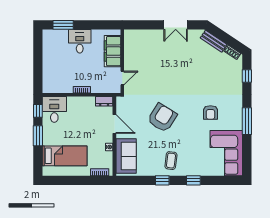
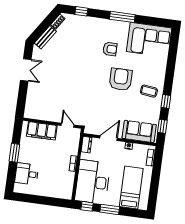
window: (63, 25) -> (14, 153), moved
desk: (80, 41) -> (27, 174), moved
desk: (54, 109) -> (93, 182), width x1.87, depth x1.30
armchair: (162, 118) -> (121, 79), moved, turned 58
window: (193, 180) -> (162, 126), moved

